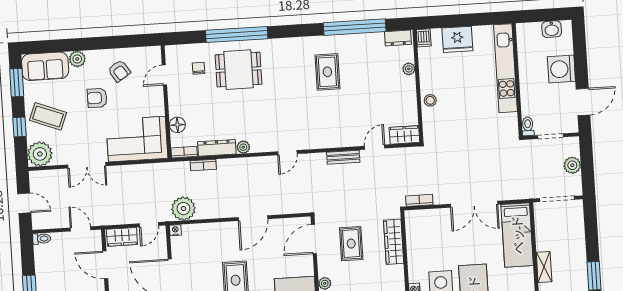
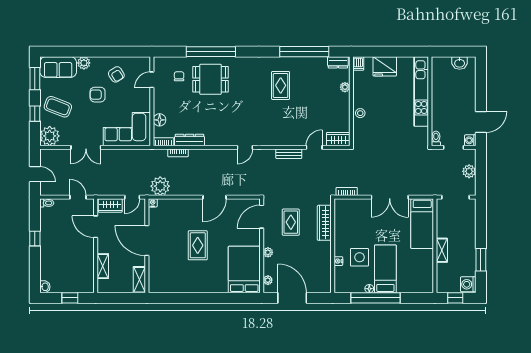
washing machine: (561, 69) -> (470, 140), moved, width x0.53, depth x0.53
plant: (243, 147) -> (210, 141), removed

